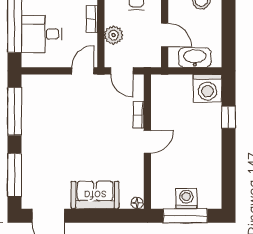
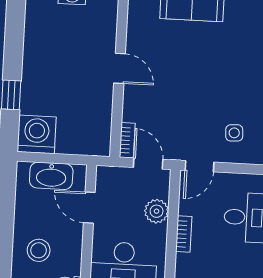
side table: (58, 98) -> (234, 133), added
bookcase: (139, 115) -> (127, 140), moved
door: (147, 142) -> (120, 68), swing flipped

